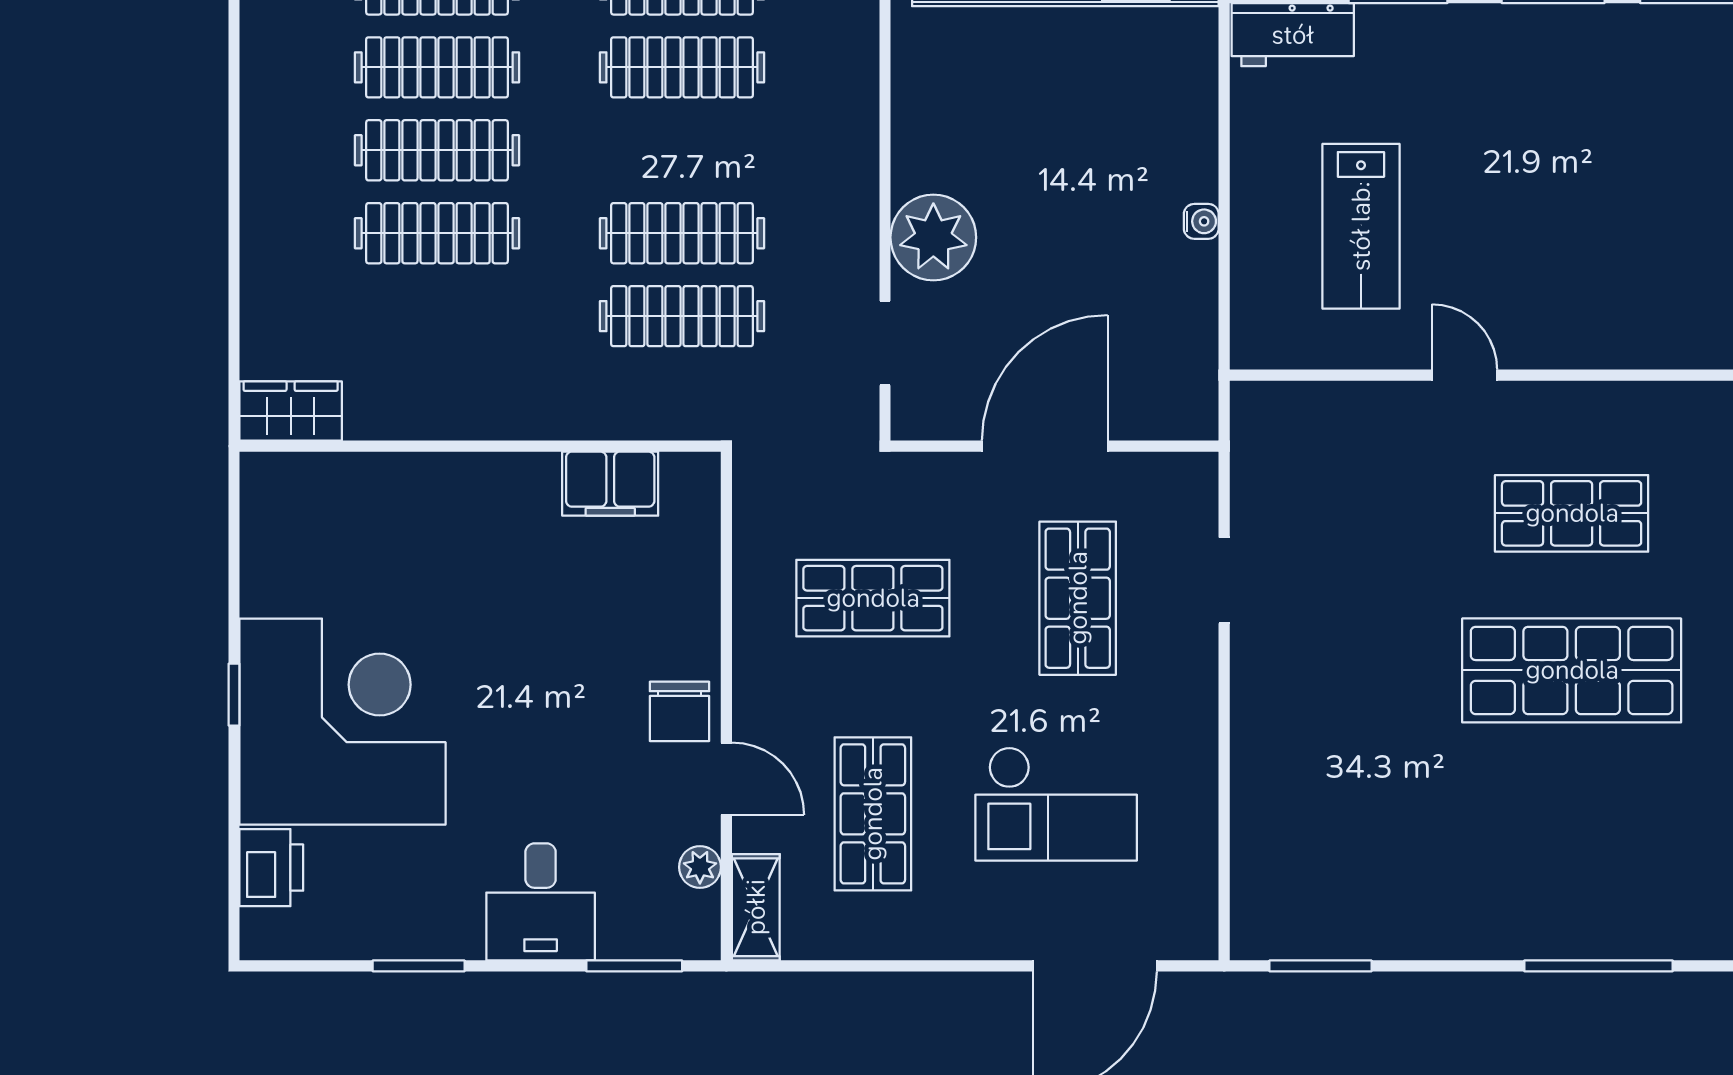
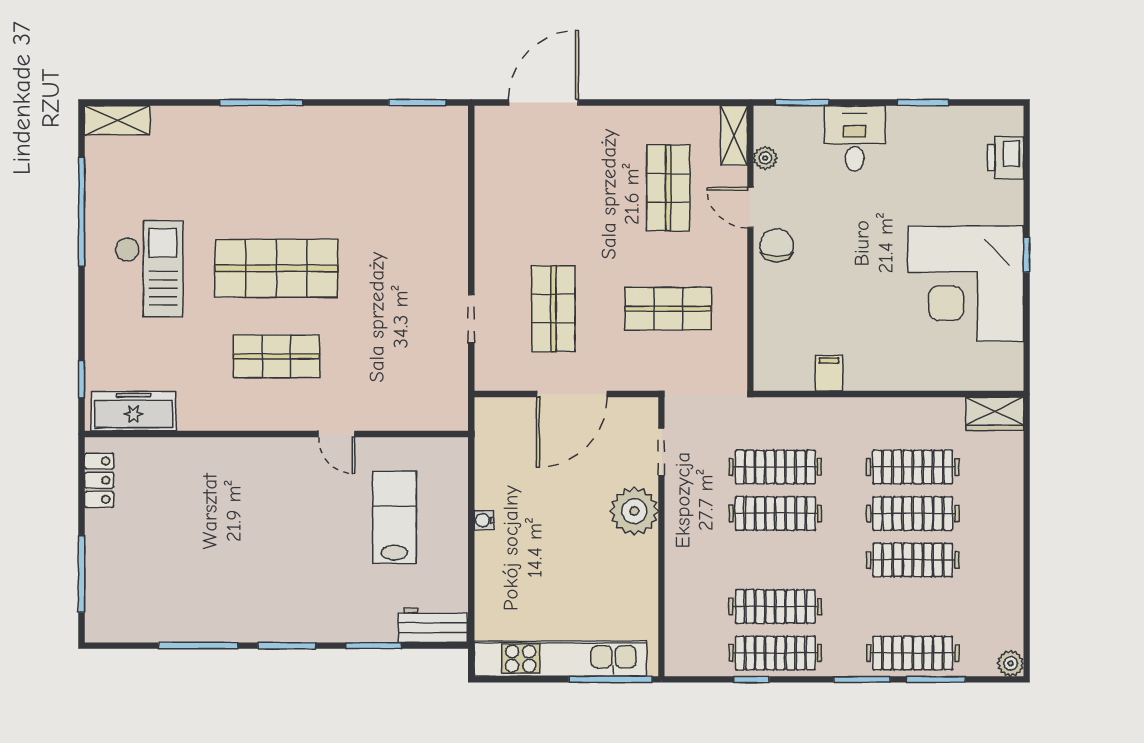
clothes rail: (437, 67) -> (913, 467), moved
filing cabinet: (610, 484) -> (829, 373), width x0.50
corner desk: (343, 722) -> (966, 284), moved
checkout: (1056, 804) -> (565, 193), removed

